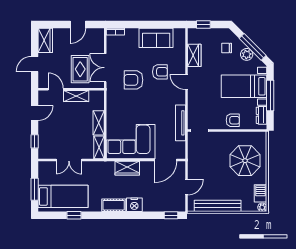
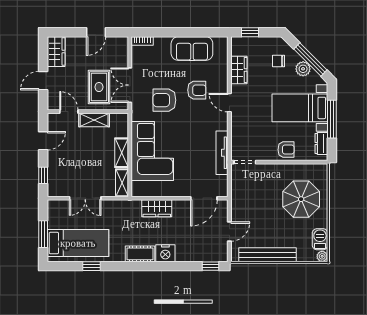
corner sofa: (131, 142) -> (152, 151), moved, turned 90

